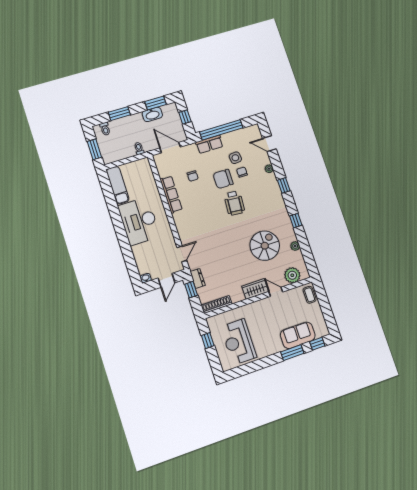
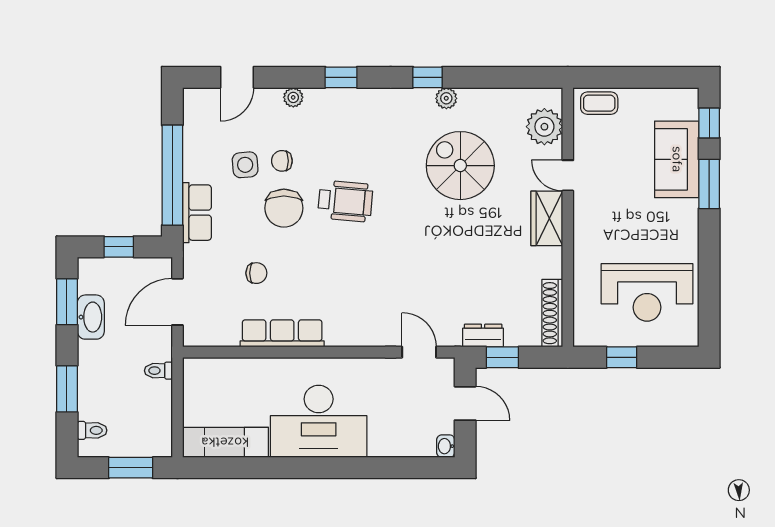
plant: (295, 246) -> (446, 98), moved
door: (276, 292) -> (568, 175), hinge flipped

